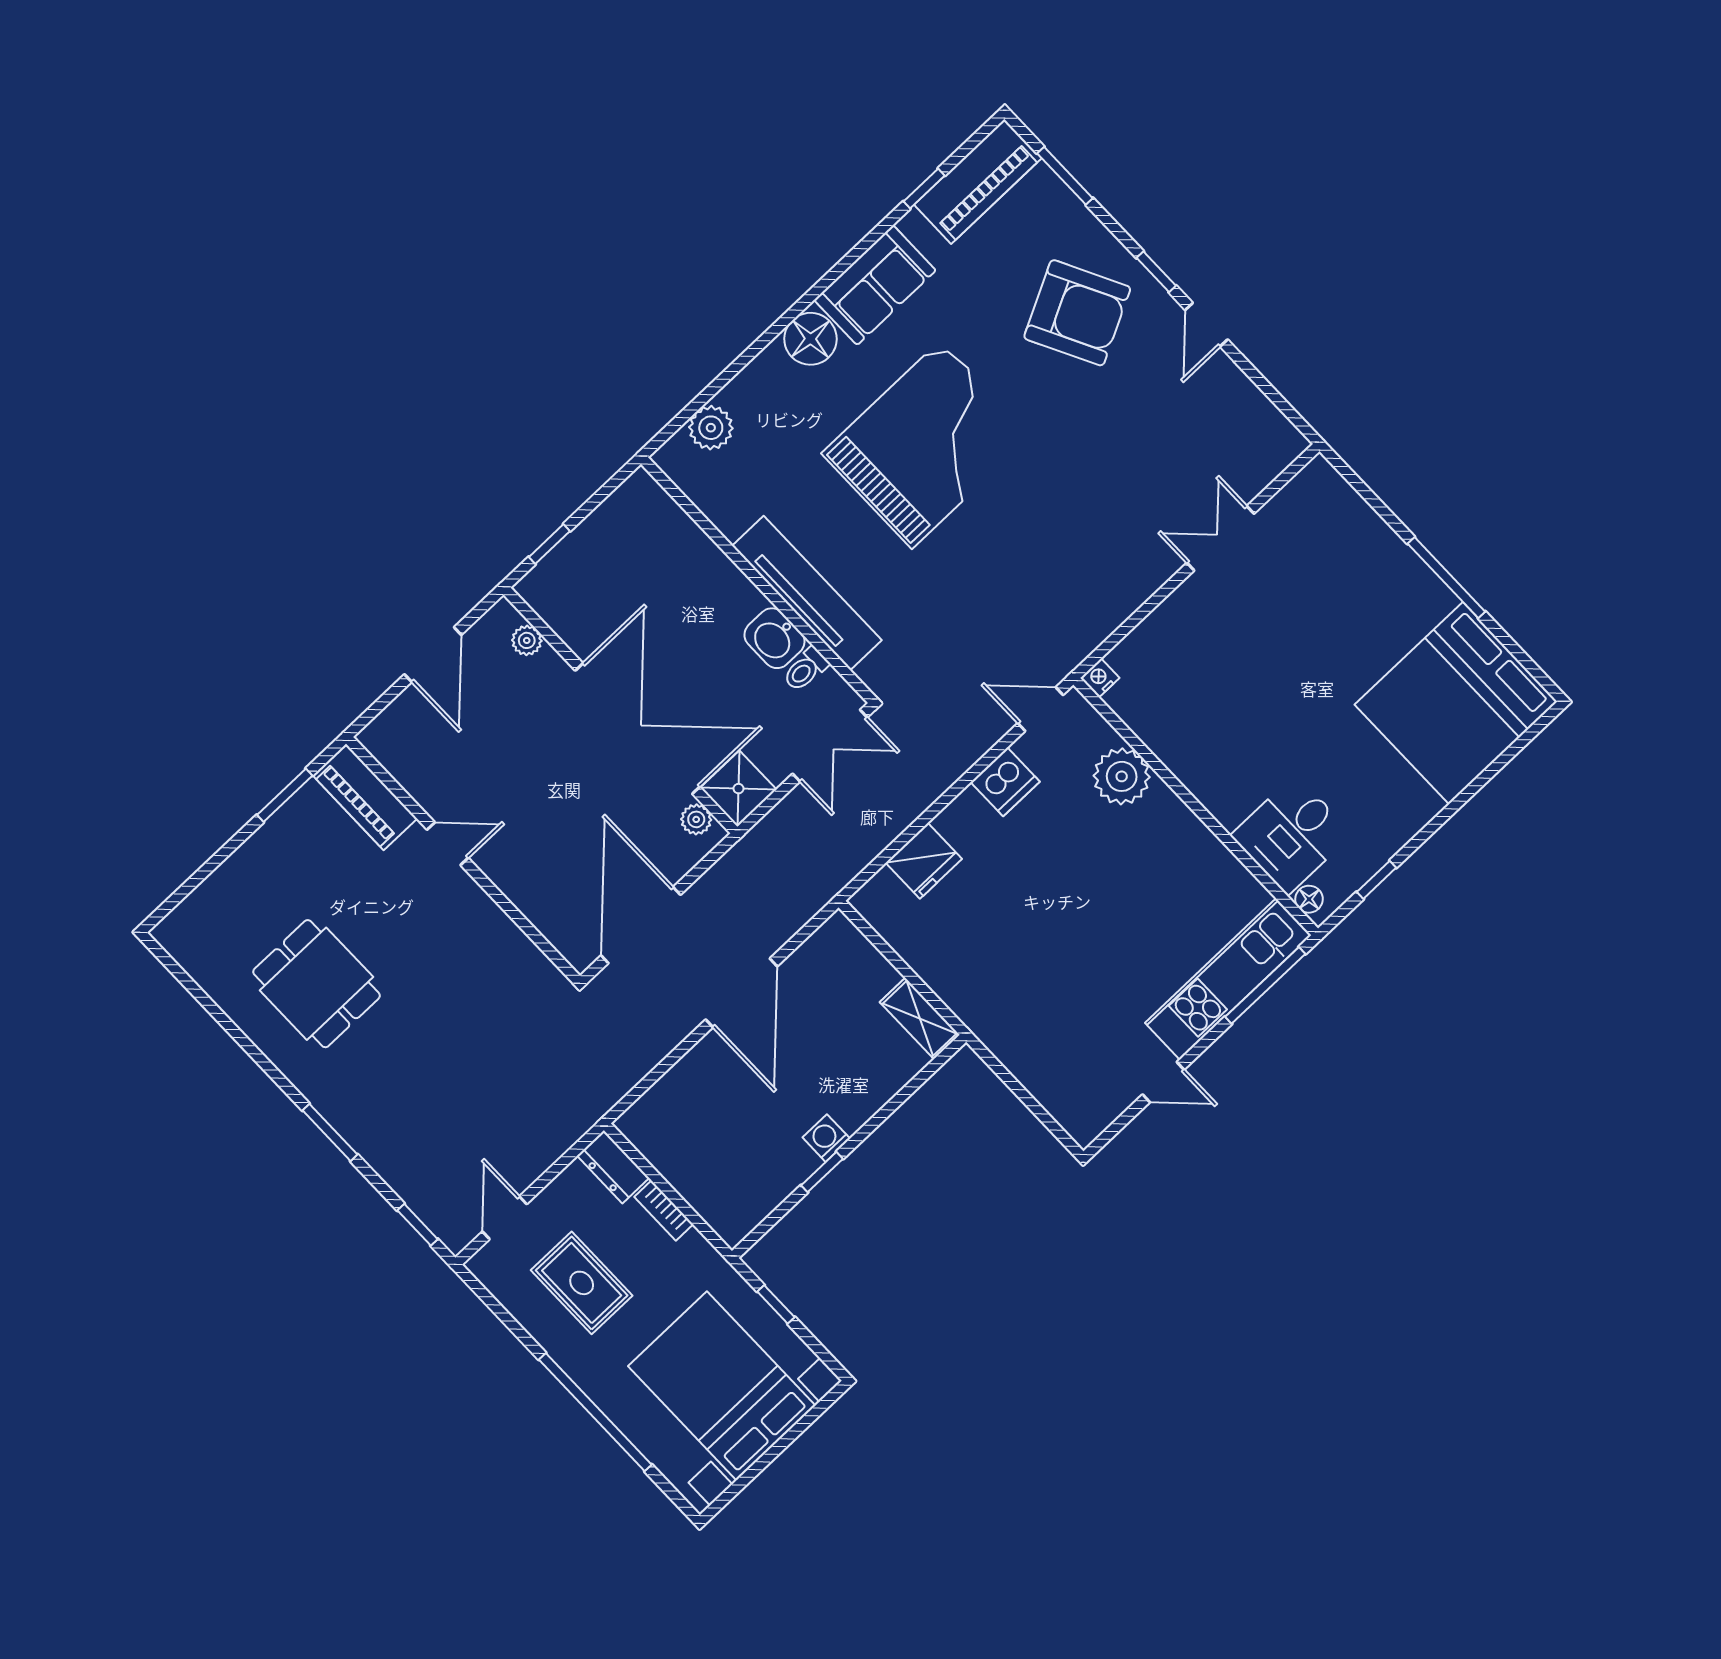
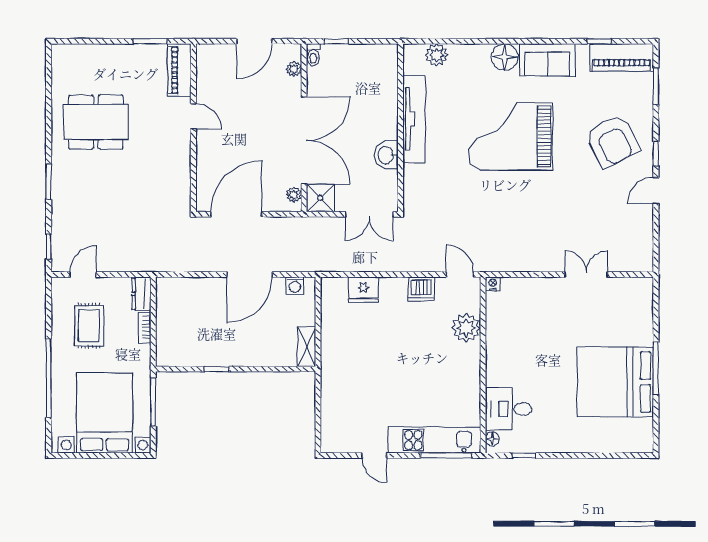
grand piano: (926, 444) -> (510, 137), turned 180
tv unit: (807, 593) -> (414, 119), moved
toilet: (806, 669) -> (313, 55), moved, turned -90
bed: (1456, 703) -> (615, 382), moved
dining table: (317, 984) -> (96, 122), width x1.37
washing machine: (826, 1138) -> (295, 286), moved, turned 180
window: (776, 1304) -> (153, 402), width x2.17

